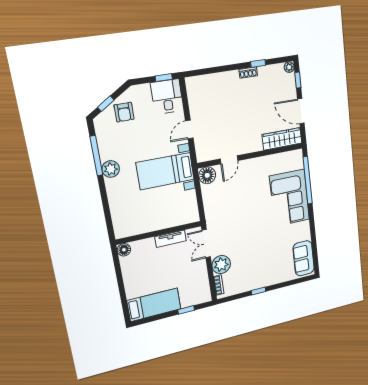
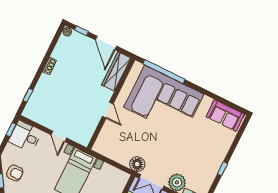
window: (258, 63) -> (28, 95), moved
door: (301, 111) -> (106, 43), hinge flipped
door: (229, 160) -> (108, 110), moved
floor lamp: (207, 175) -> (137, 164), moved
corner sofa: (290, 198) -> (164, 101), width x1.36, depth x1.36

